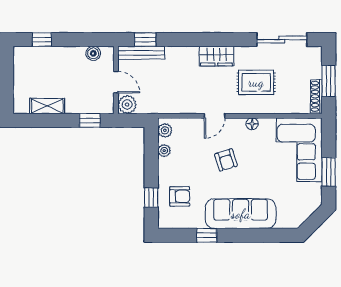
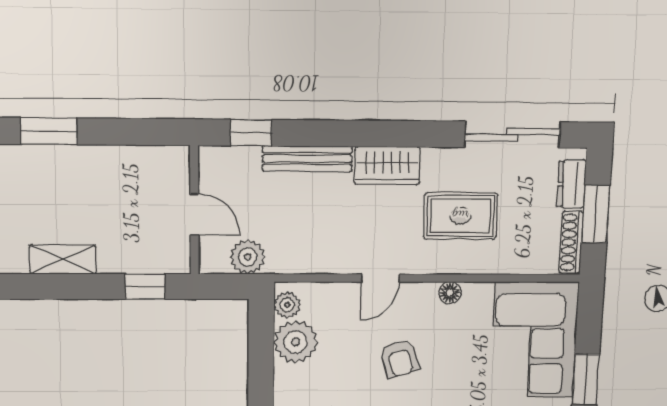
window: (42, 40) -> (49, 131), width x1.50
boiler: (93, 53) -> (150, 159), removed
bench: (141, 53) -> (307, 159), moved
dresser: (315, 65) -> (572, 184), added
plant: (127, 105) -> (248, 257), moved
plant: (164, 151) -> (296, 342), width x1.88, depth x1.88

